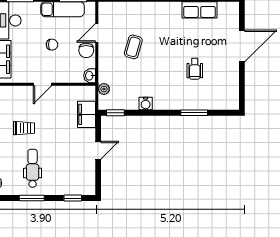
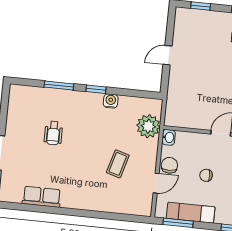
wheelchair: (195, 69) -> (53, 133), turned 180
plant: (104, 89) -> (148, 126), width x1.88, depth x1.88
window: (115, 113) -> (96, 89), moved
filing cabinet: (86, 114) -> (176, 96), removed

